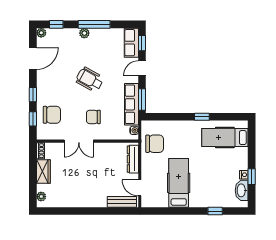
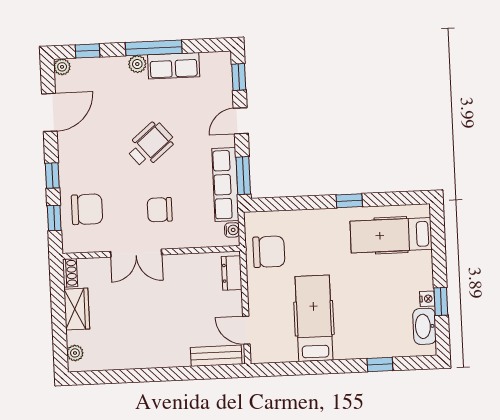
row of seats: (131, 43) -> (174, 66), moved, turned -90
wheelchair: (90, 79) -> (150, 145), turned 111
dresser: (133, 159) -> (232, 273), width x0.70

